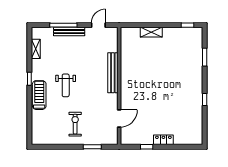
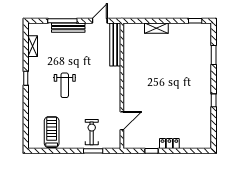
bench: (113, 73) -> (115, 45), moved
treadmill: (39, 95) -> (52, 132), moved
exercise bike: (75, 124) -> (92, 132), moved

